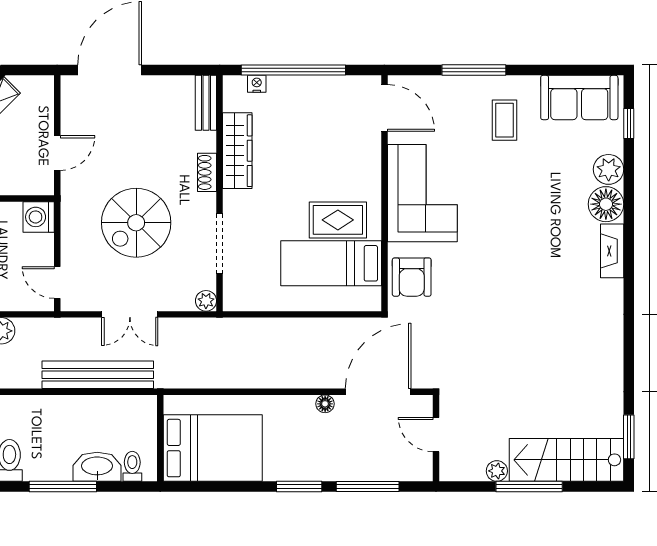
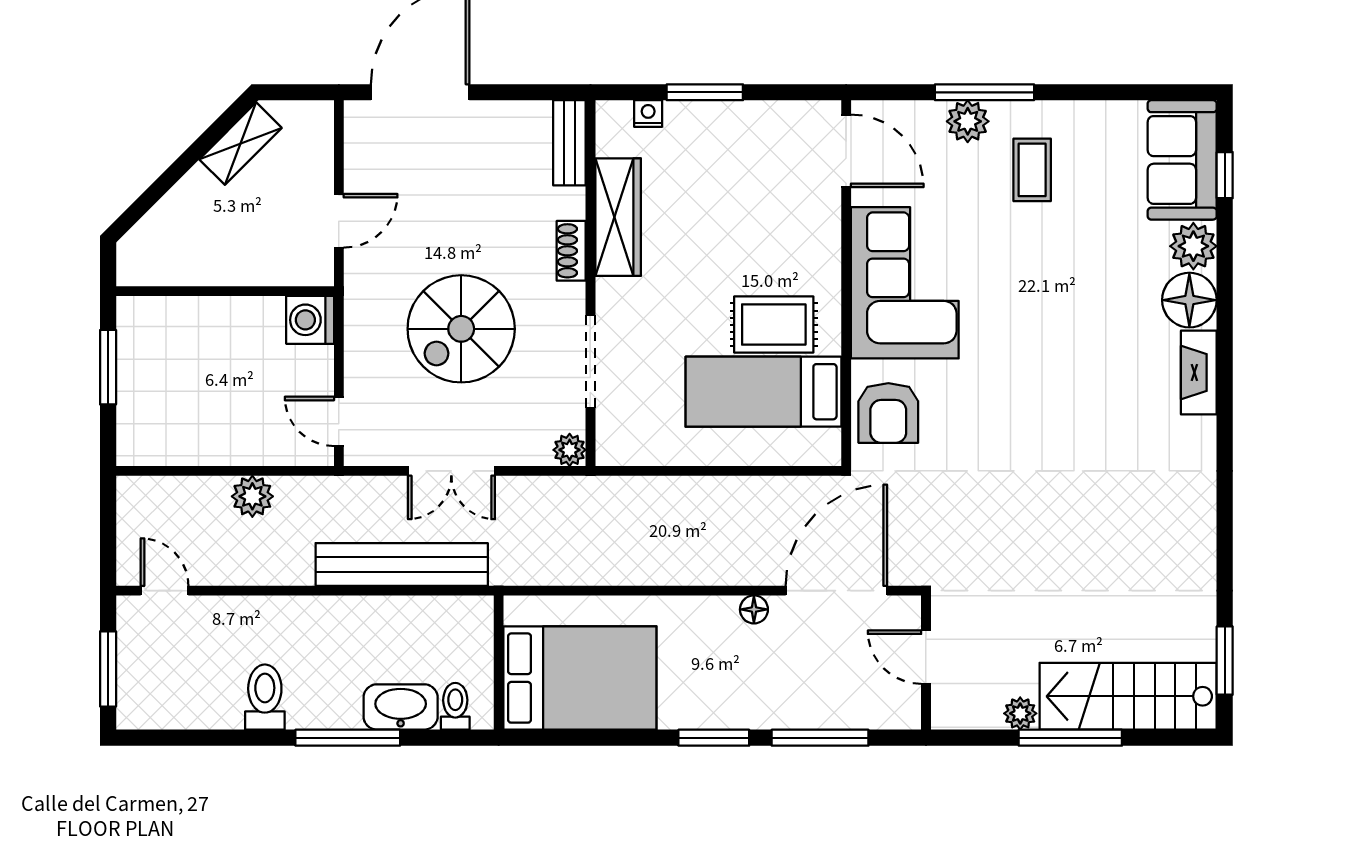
window: (293, 70) -> (705, 92), width x0.47
plant: (463, 89) -> (968, 121), added
sofa: (579, 98) -> (1182, 160), moved, turned 90

